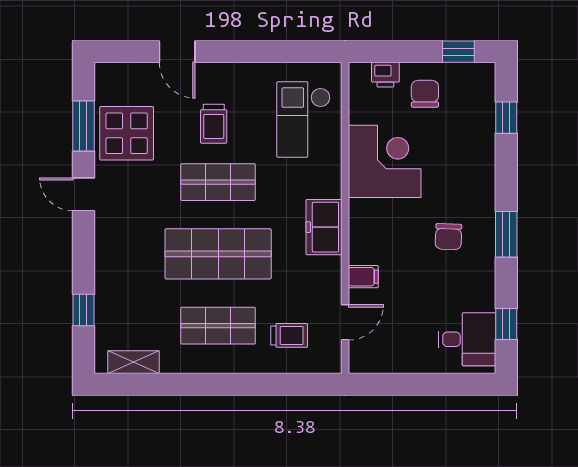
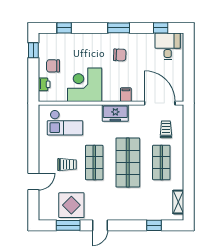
filing cabinet: (363, 277) -> (126, 95), moved
door: (345, 322) -> (160, 103), width x1.88

